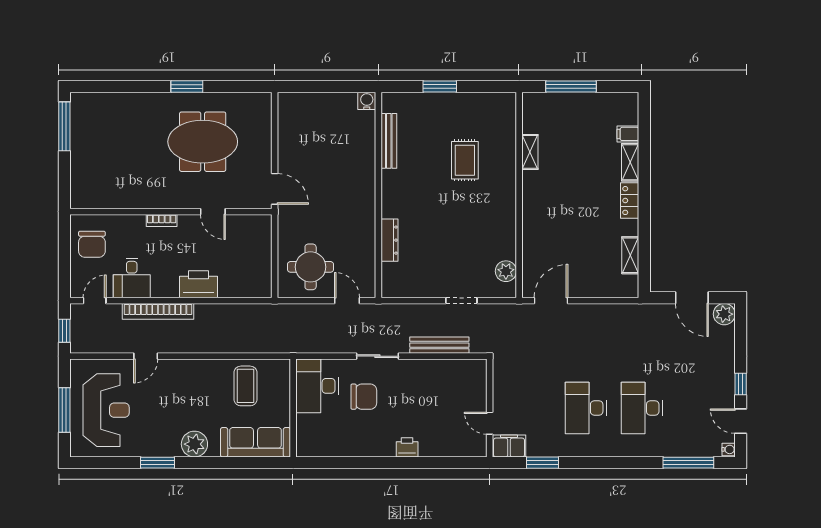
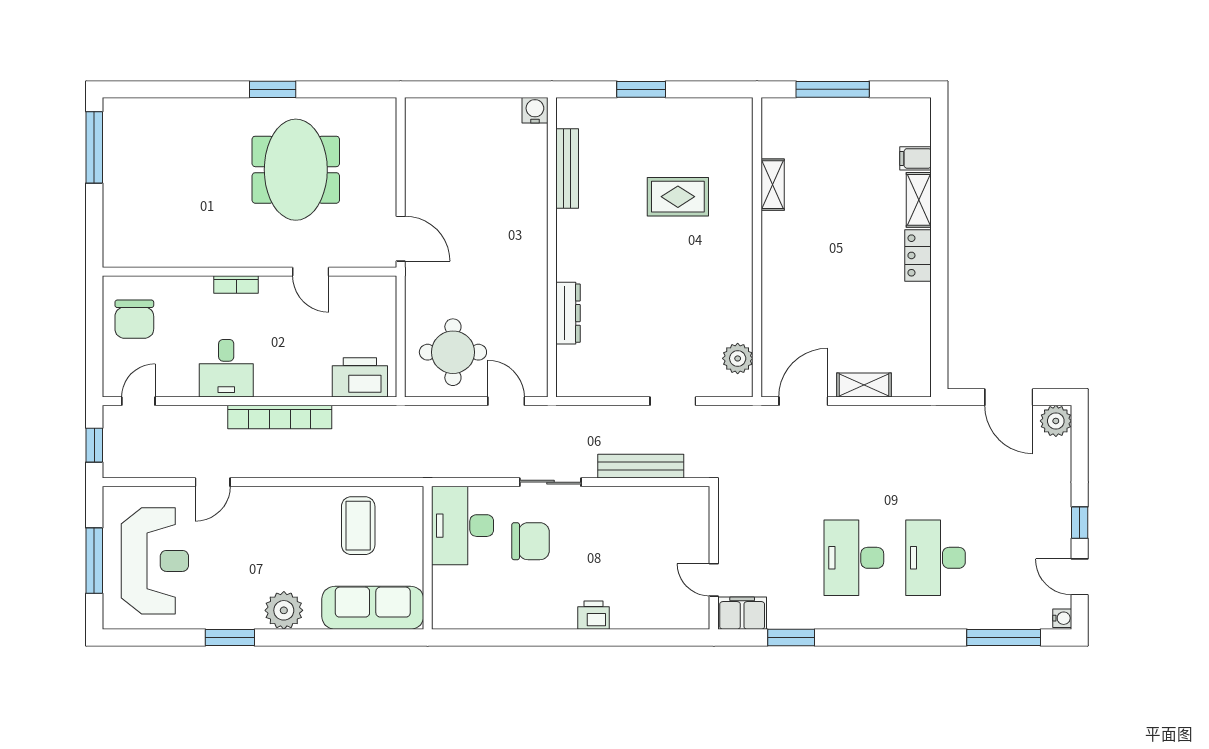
meeting table: (203, 142) -> (296, 170), turned 90
rug: (465, 160) -> (678, 197), turned 90
shelving: (630, 255) -> (864, 385), moved, turned 90
desk: (132, 278) -> (226, 368), moved
printer: (199, 284) -> (360, 377), moved
bookcase: (158, 311) -> (280, 417), moved

